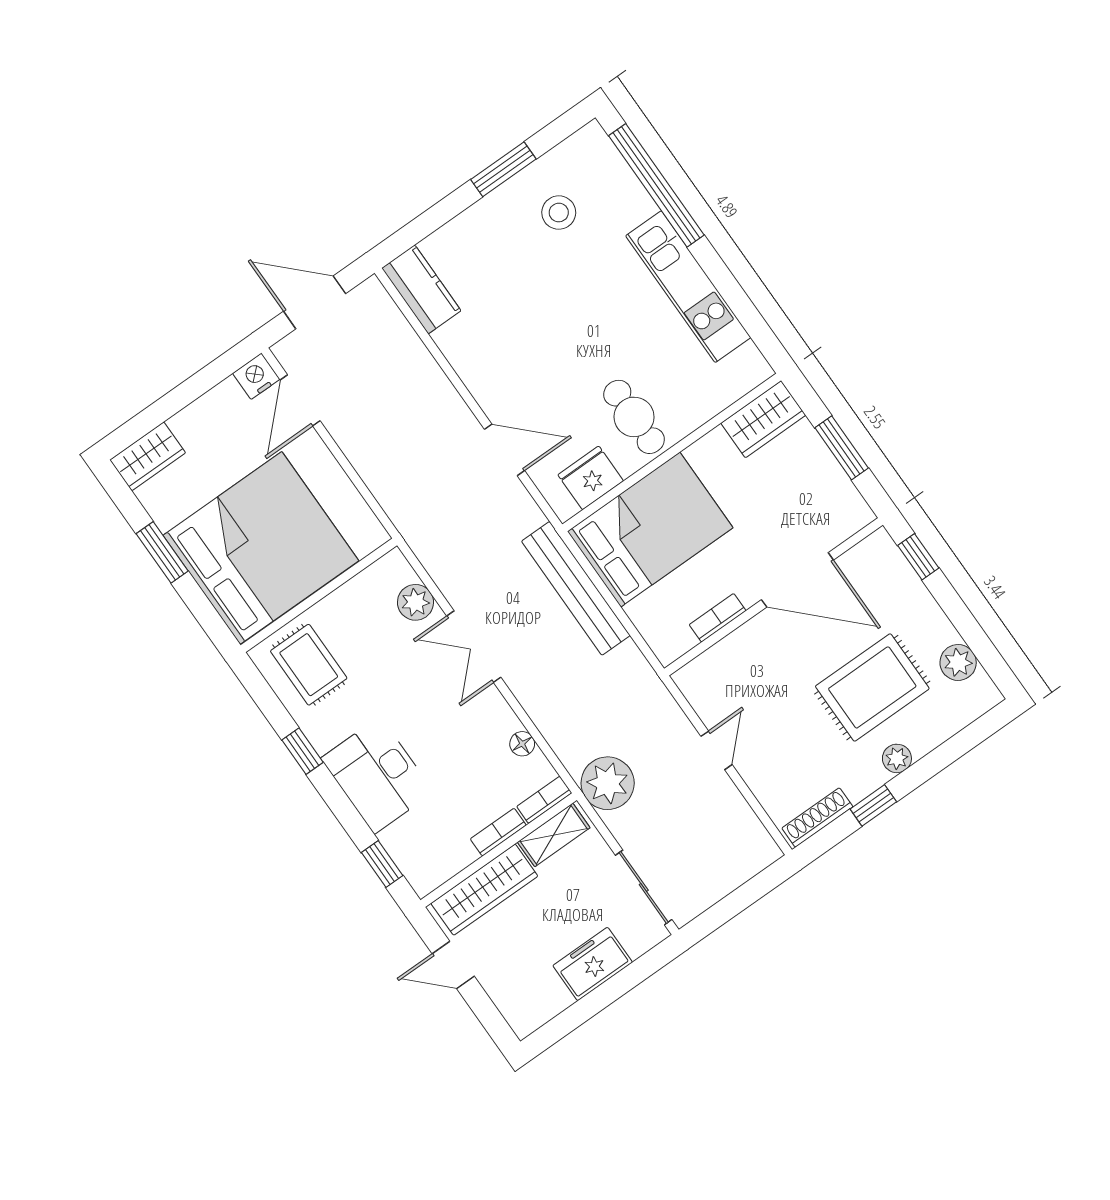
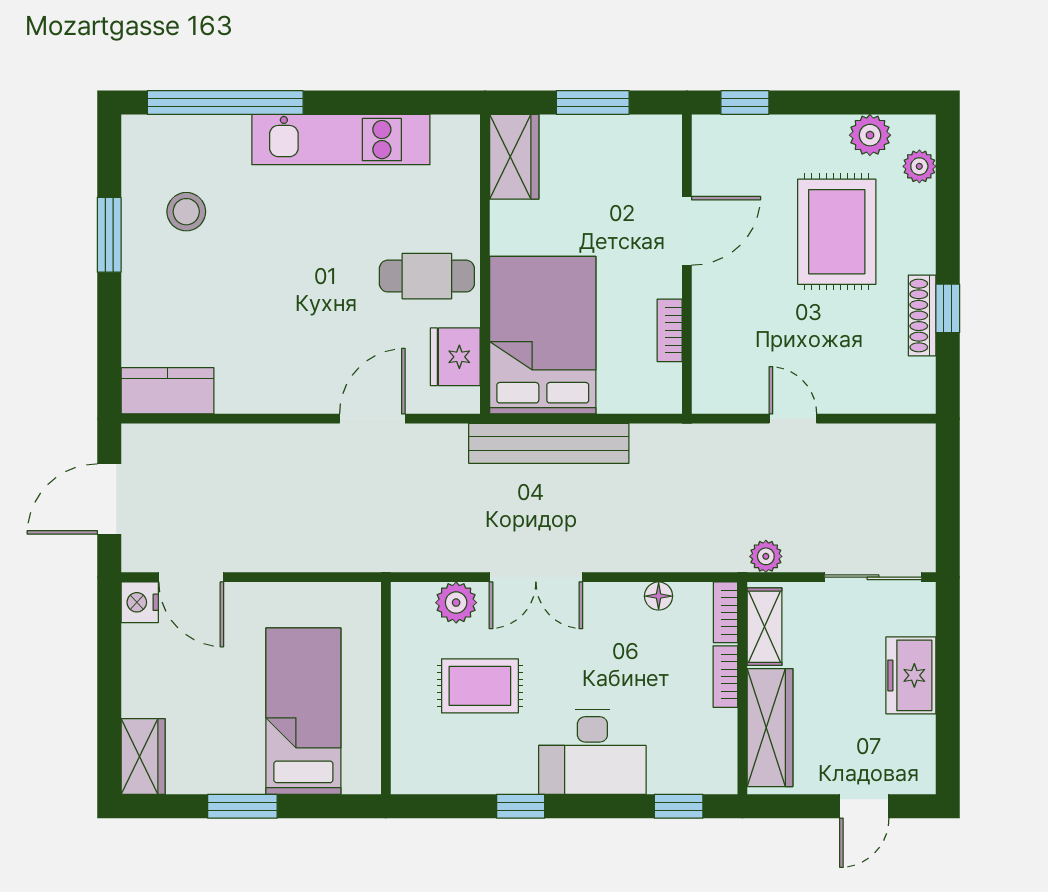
bed: (261, 548) -> (303, 711), width x0.49
door: (797, 580) -> (687, 231), width x0.73
rug: (309, 665) -> (480, 686), moved
plant: (897, 758) -> (919, 166), moved
plant: (608, 783) -> (766, 556), width x0.53, depth x0.53
shoe rack: (817, 817) -> (922, 315), moved
door: (453, 965) -> (864, 806), moved

